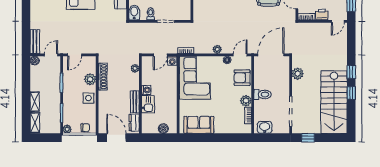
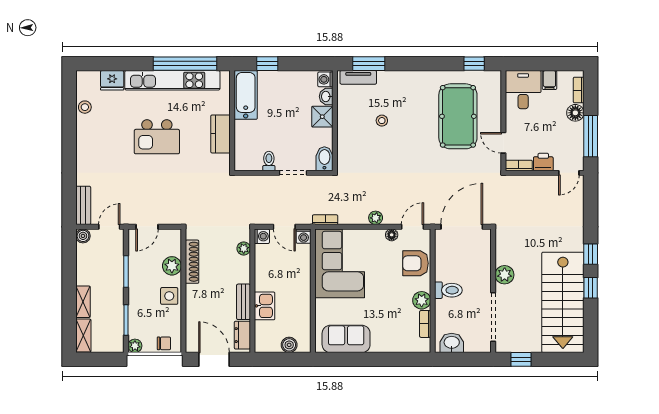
bidet: (134, 12) -> (324, 159), moved
door: (160, 55) -> (284, 227), hinge flipped
plant: (298, 74) -> (505, 275), moved
washing machine: (146, 90) -> (262, 236), moved

